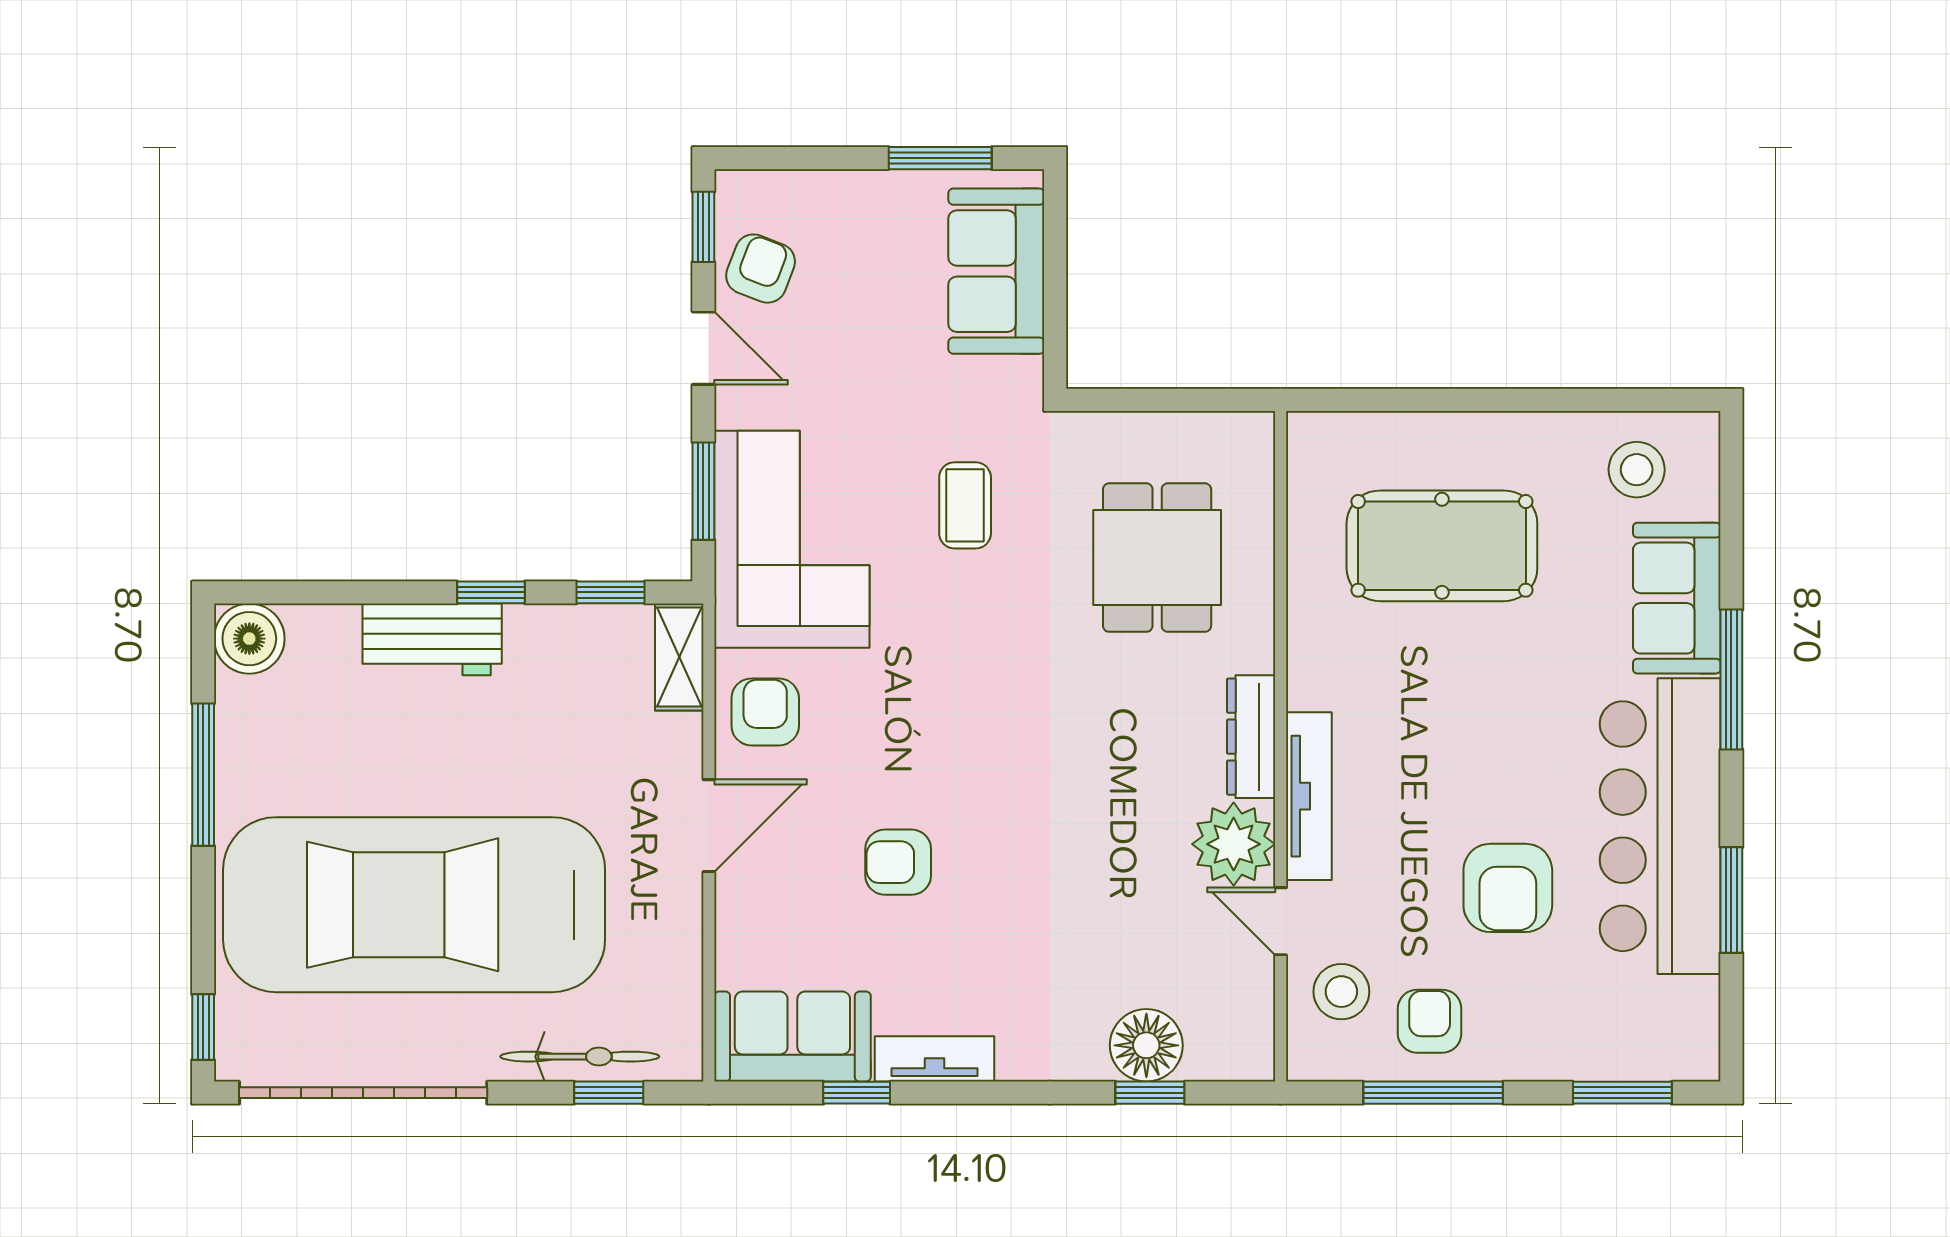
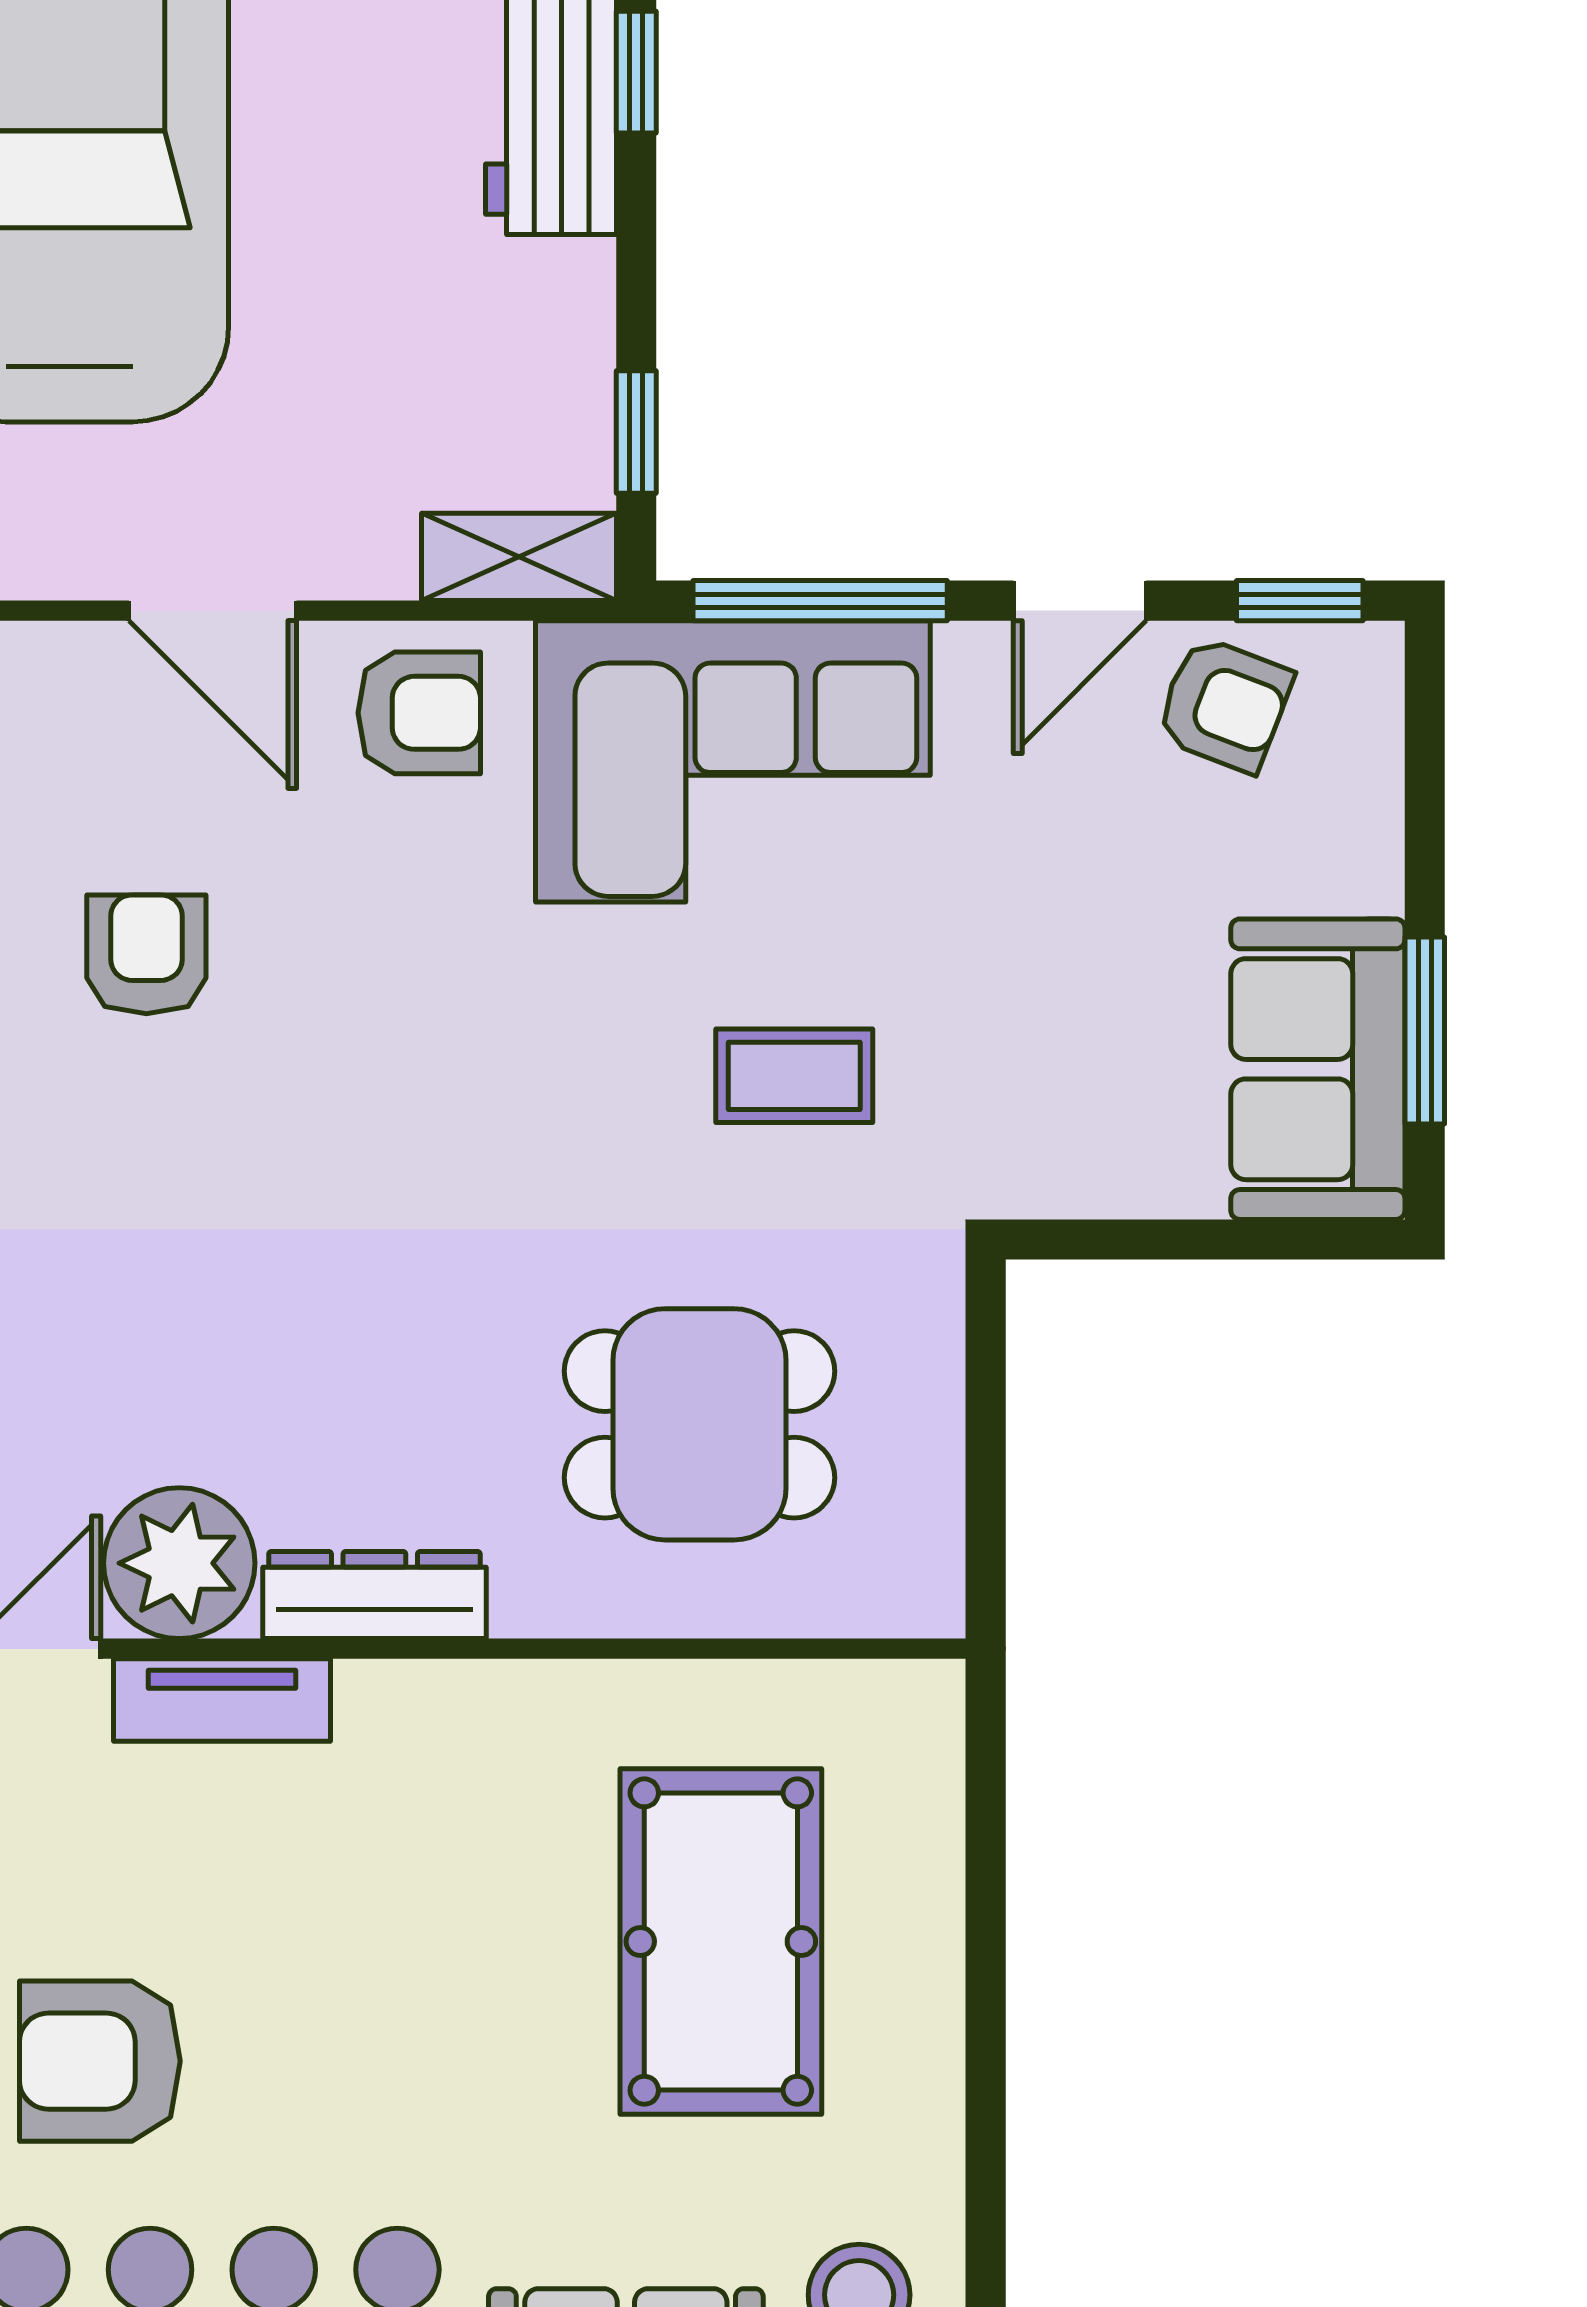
sofa: (996, 271) -> (1318, 1069), moved, turned -90
window: (703, 491) -> (820, 601), width x1.44
window: (491, 592) -> (636, 72), moved
tv unit: (1309, 796) -> (222, 1700), width x0.71

